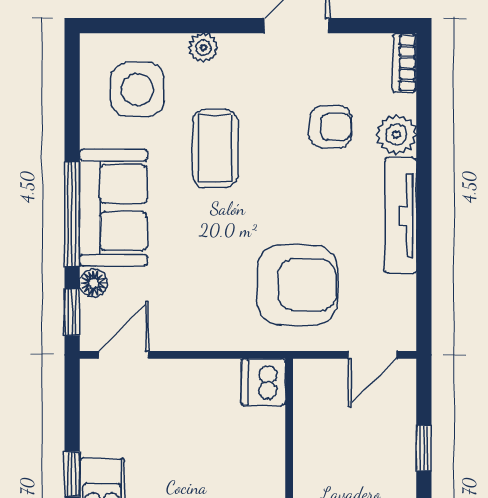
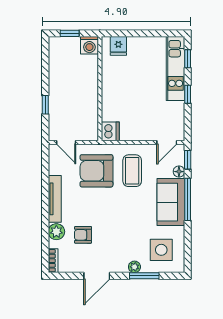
window: (179, 26) -> (144, 276), added
coffee table: (215, 148) -> (132, 171), moved
door: (372, 355) -> (66, 142), swing flipped

